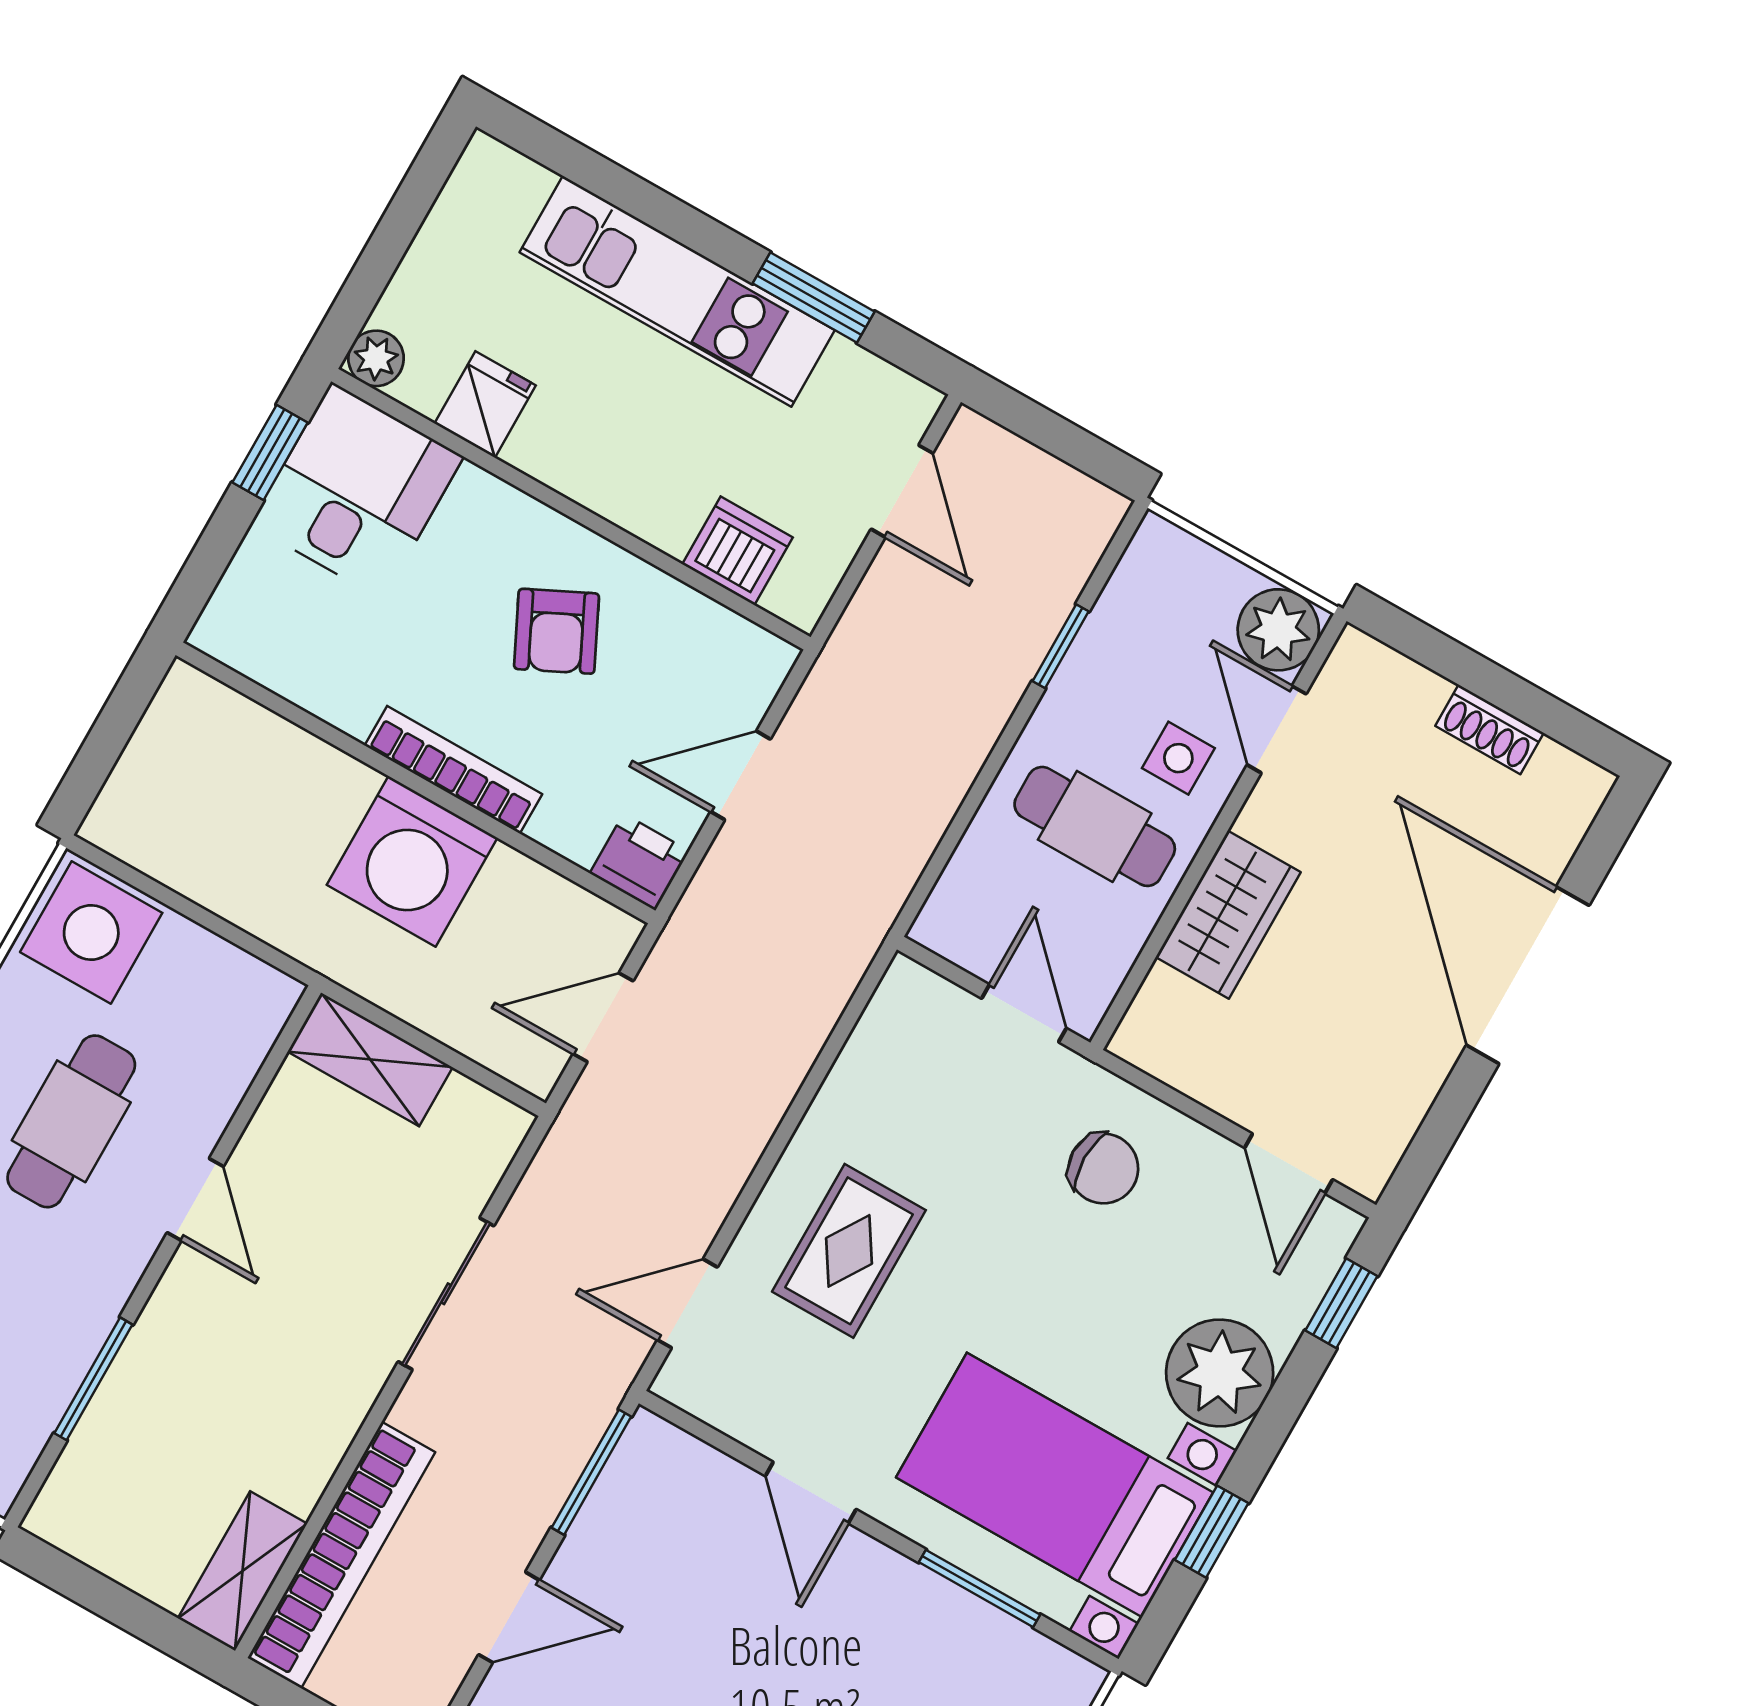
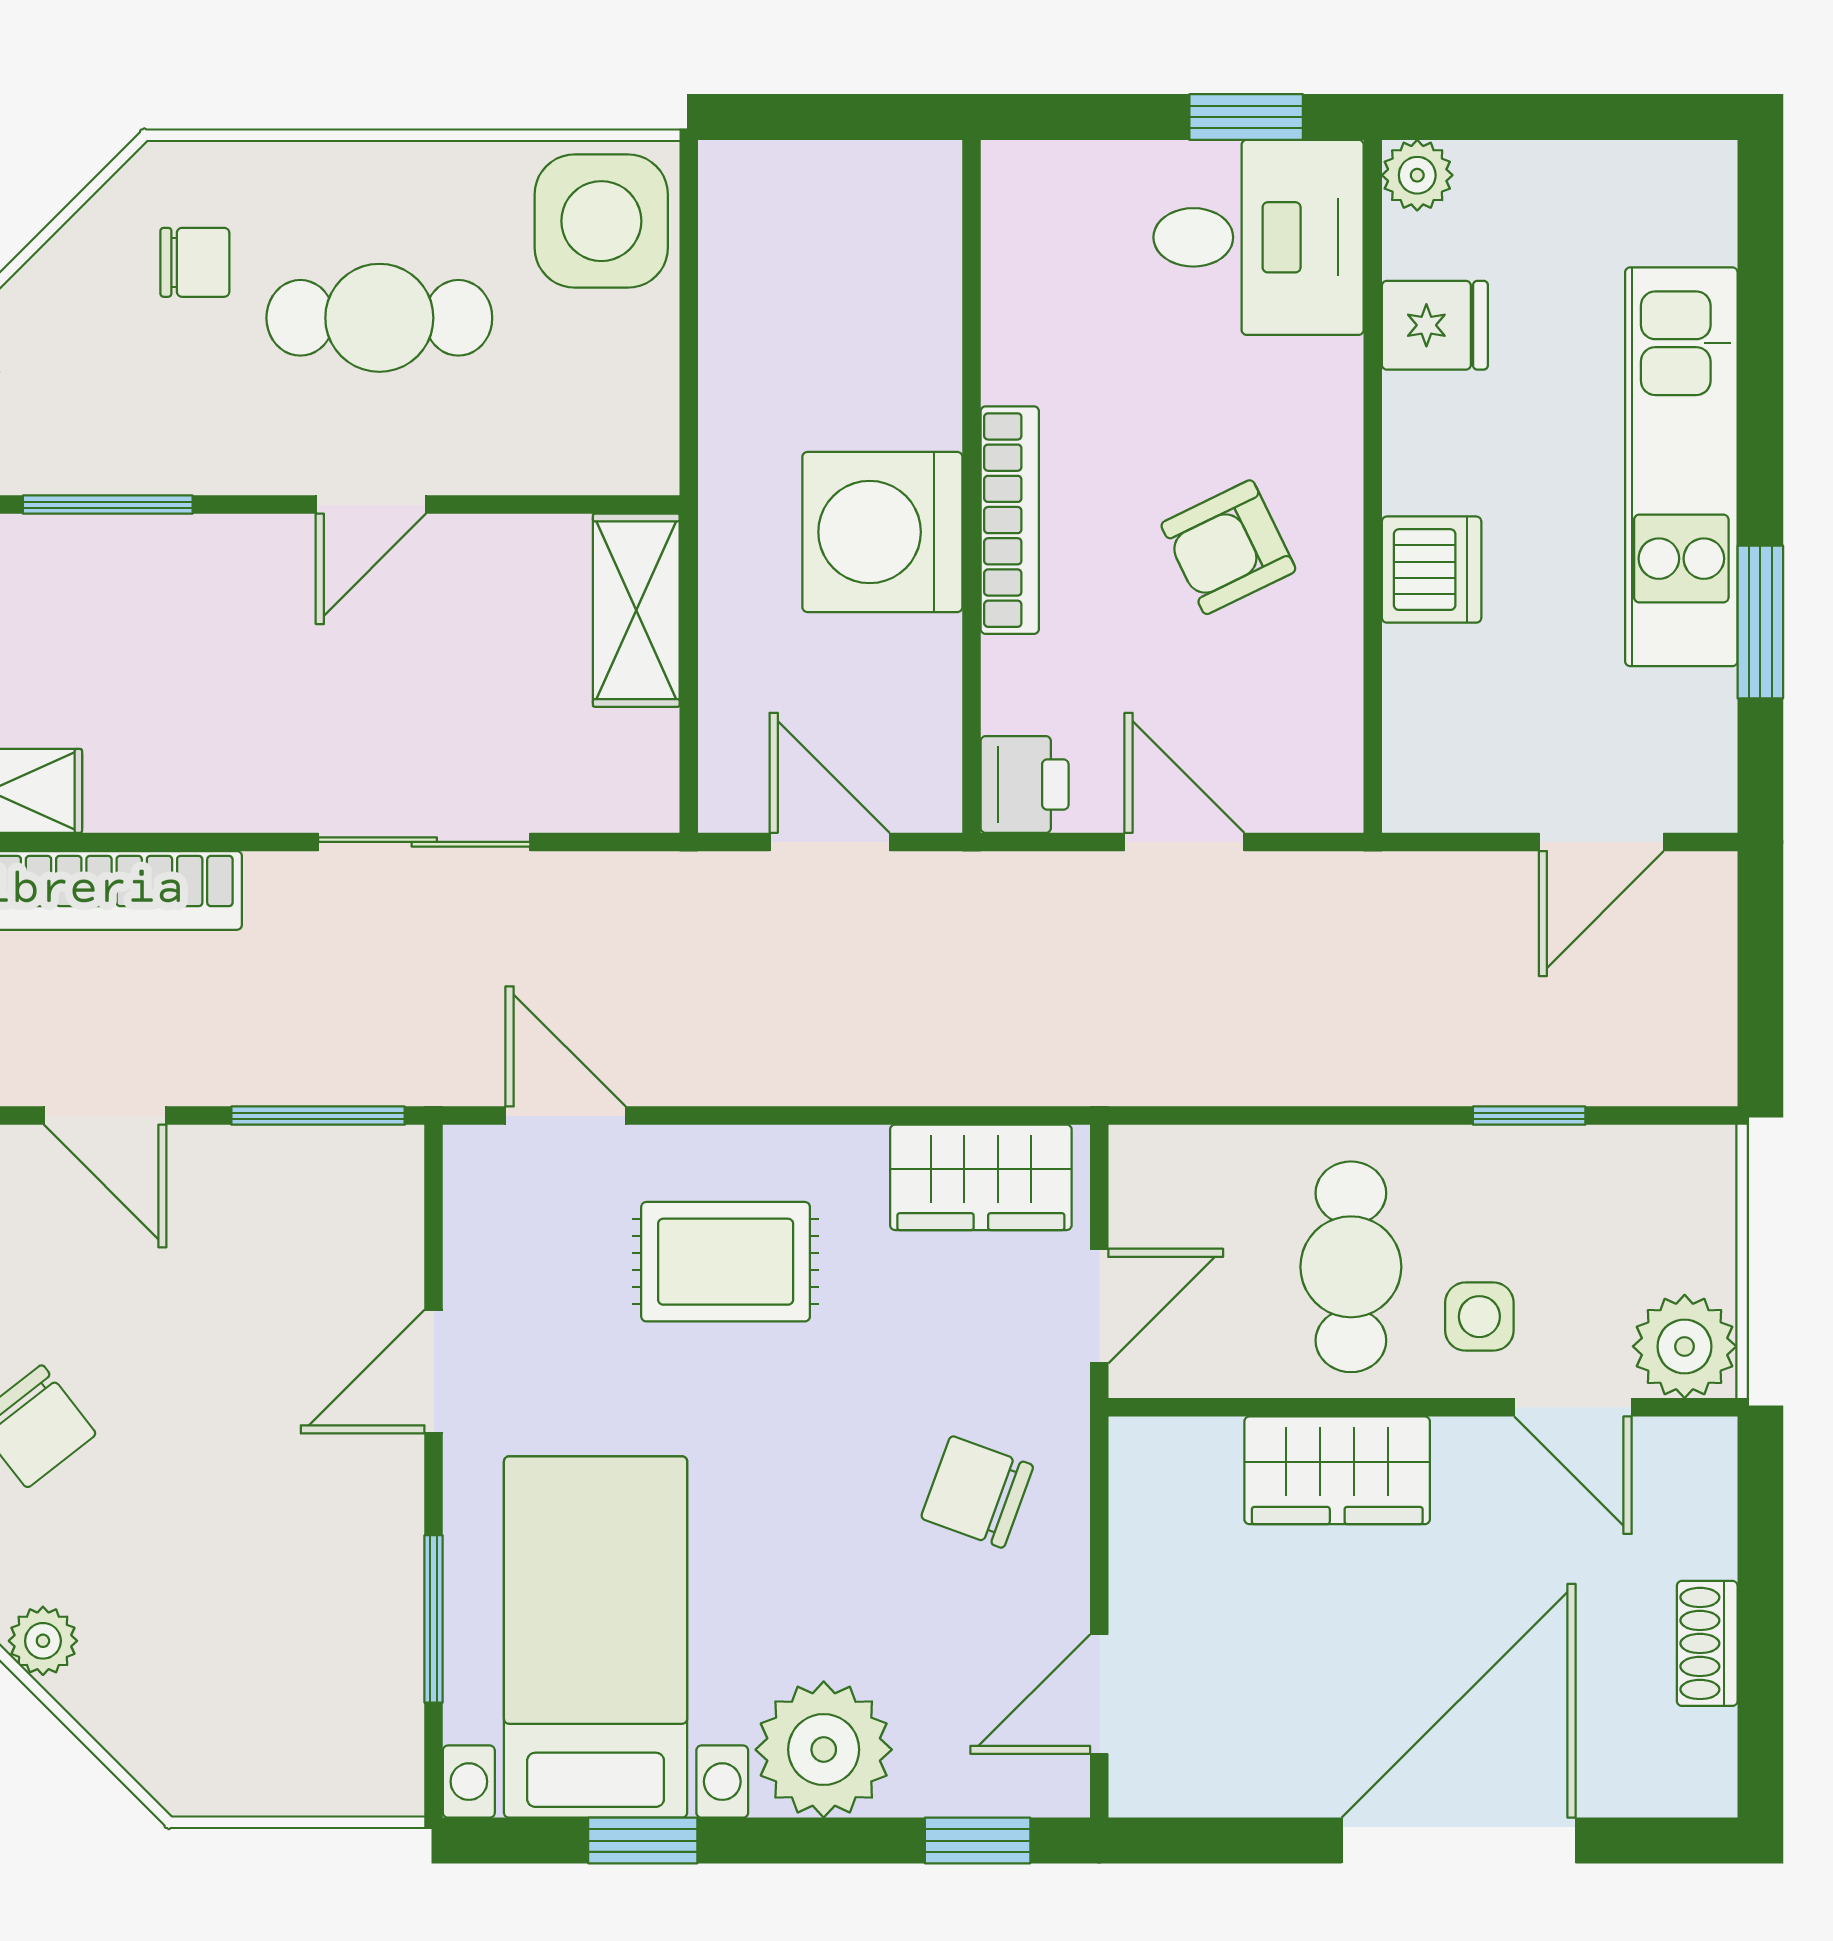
dishwasher: (738, 551) -> (1432, 570), moved
door: (1277, 729) -> (1573, 1407), swing flipped
wardrobe: (890, 1044) -> (981, 1177), added
chair: (1103, 1169) -> (977, 1492), turned 110

